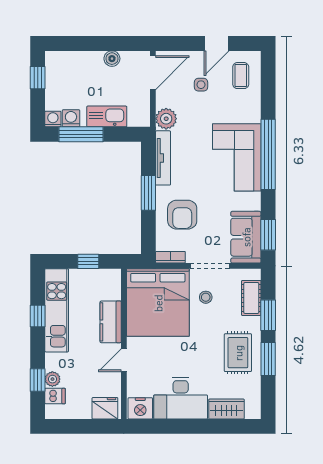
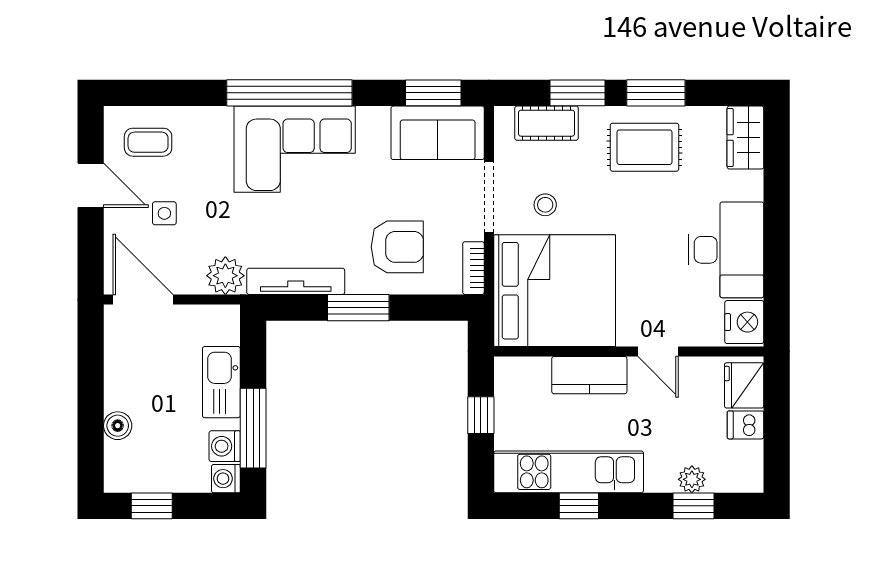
boiler: (112, 59) -> (118, 426), moved
dishwasher: (55, 396) -> (746, 425), moved, turned -90
wardrobe: (226, 409) -> (745, 137), moved

